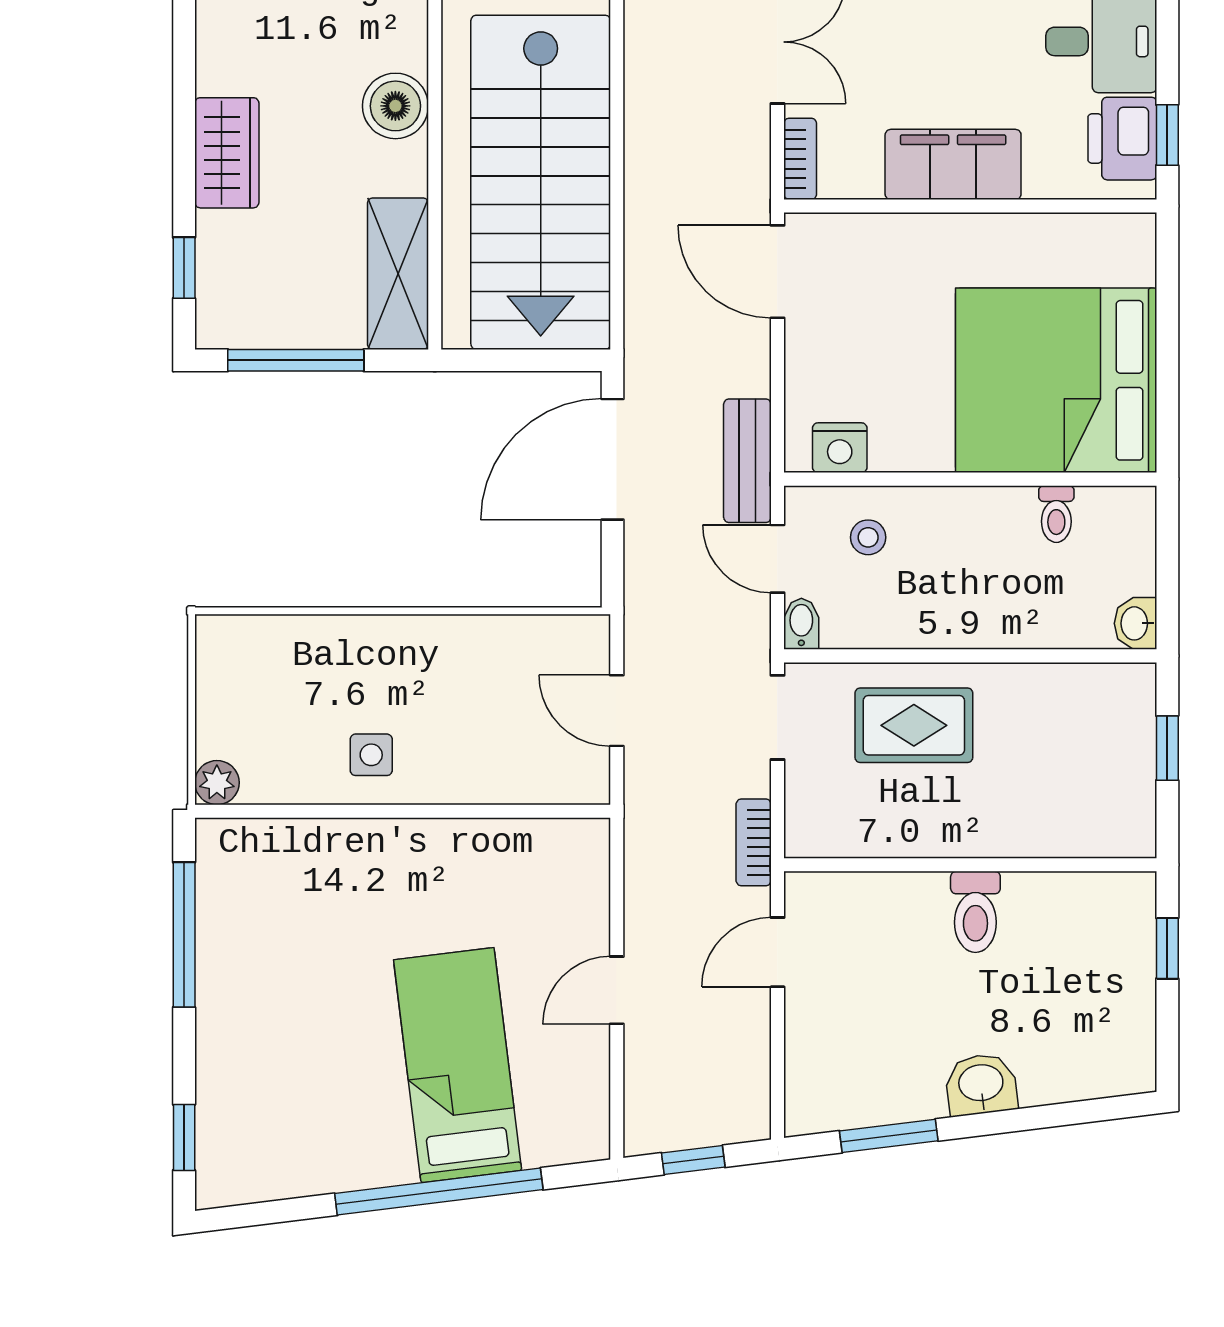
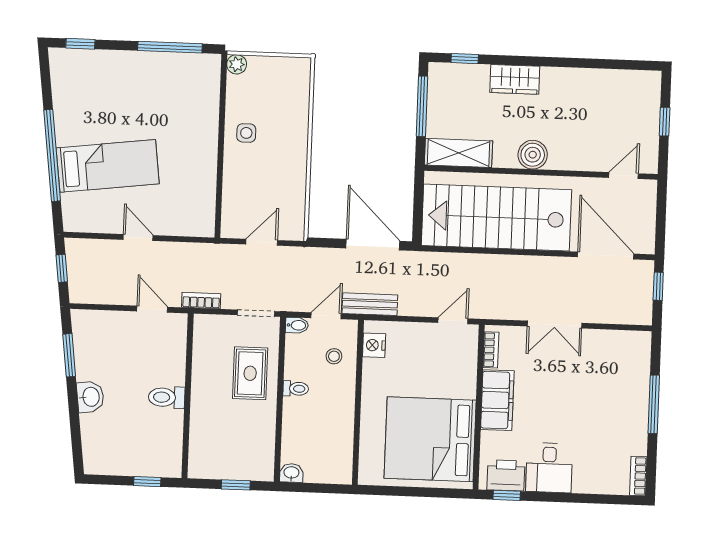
bookcase: (800, 159) -> (491, 350), moved, turned -90
door: (777, 272) -> (453, 321), width x0.73
bed: (1056, 380) -> (430, 439), moved, turned -90
toilet: (1056, 514) -> (296, 389), moved, turned 180

